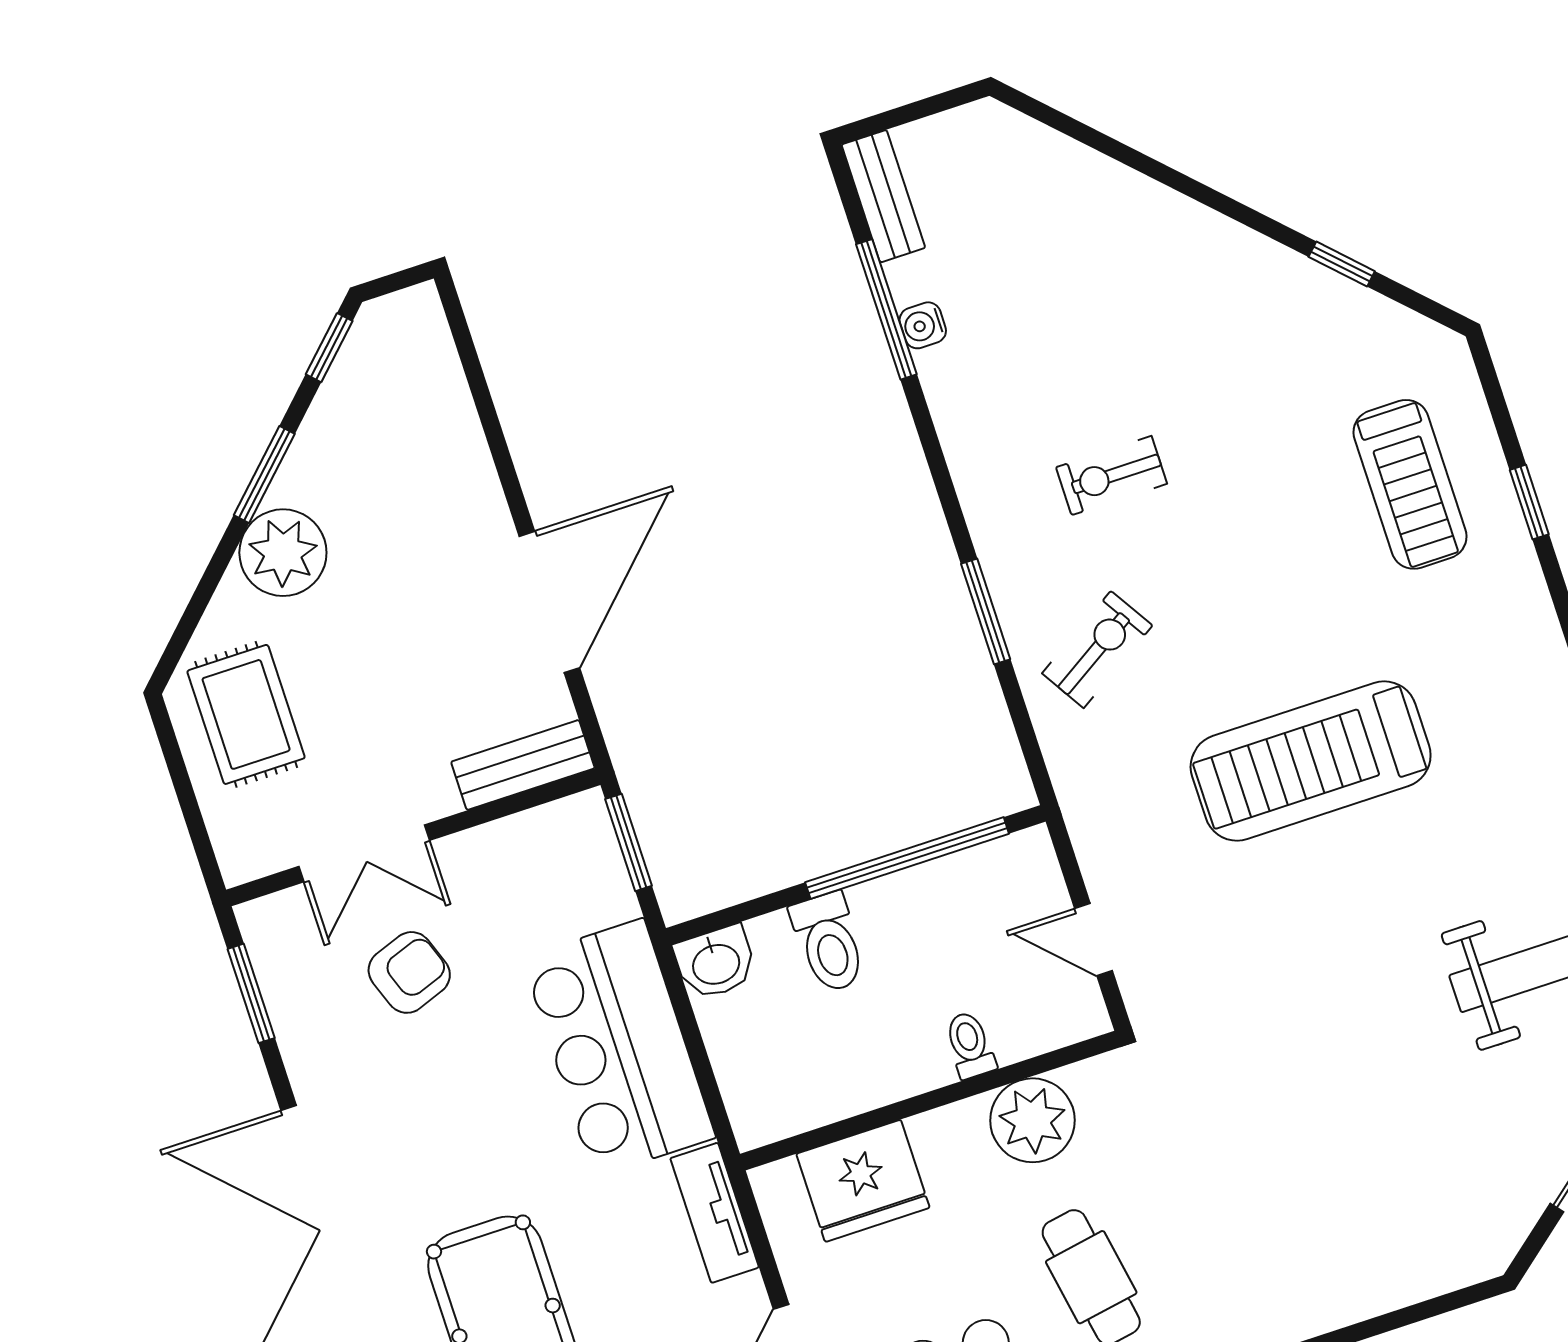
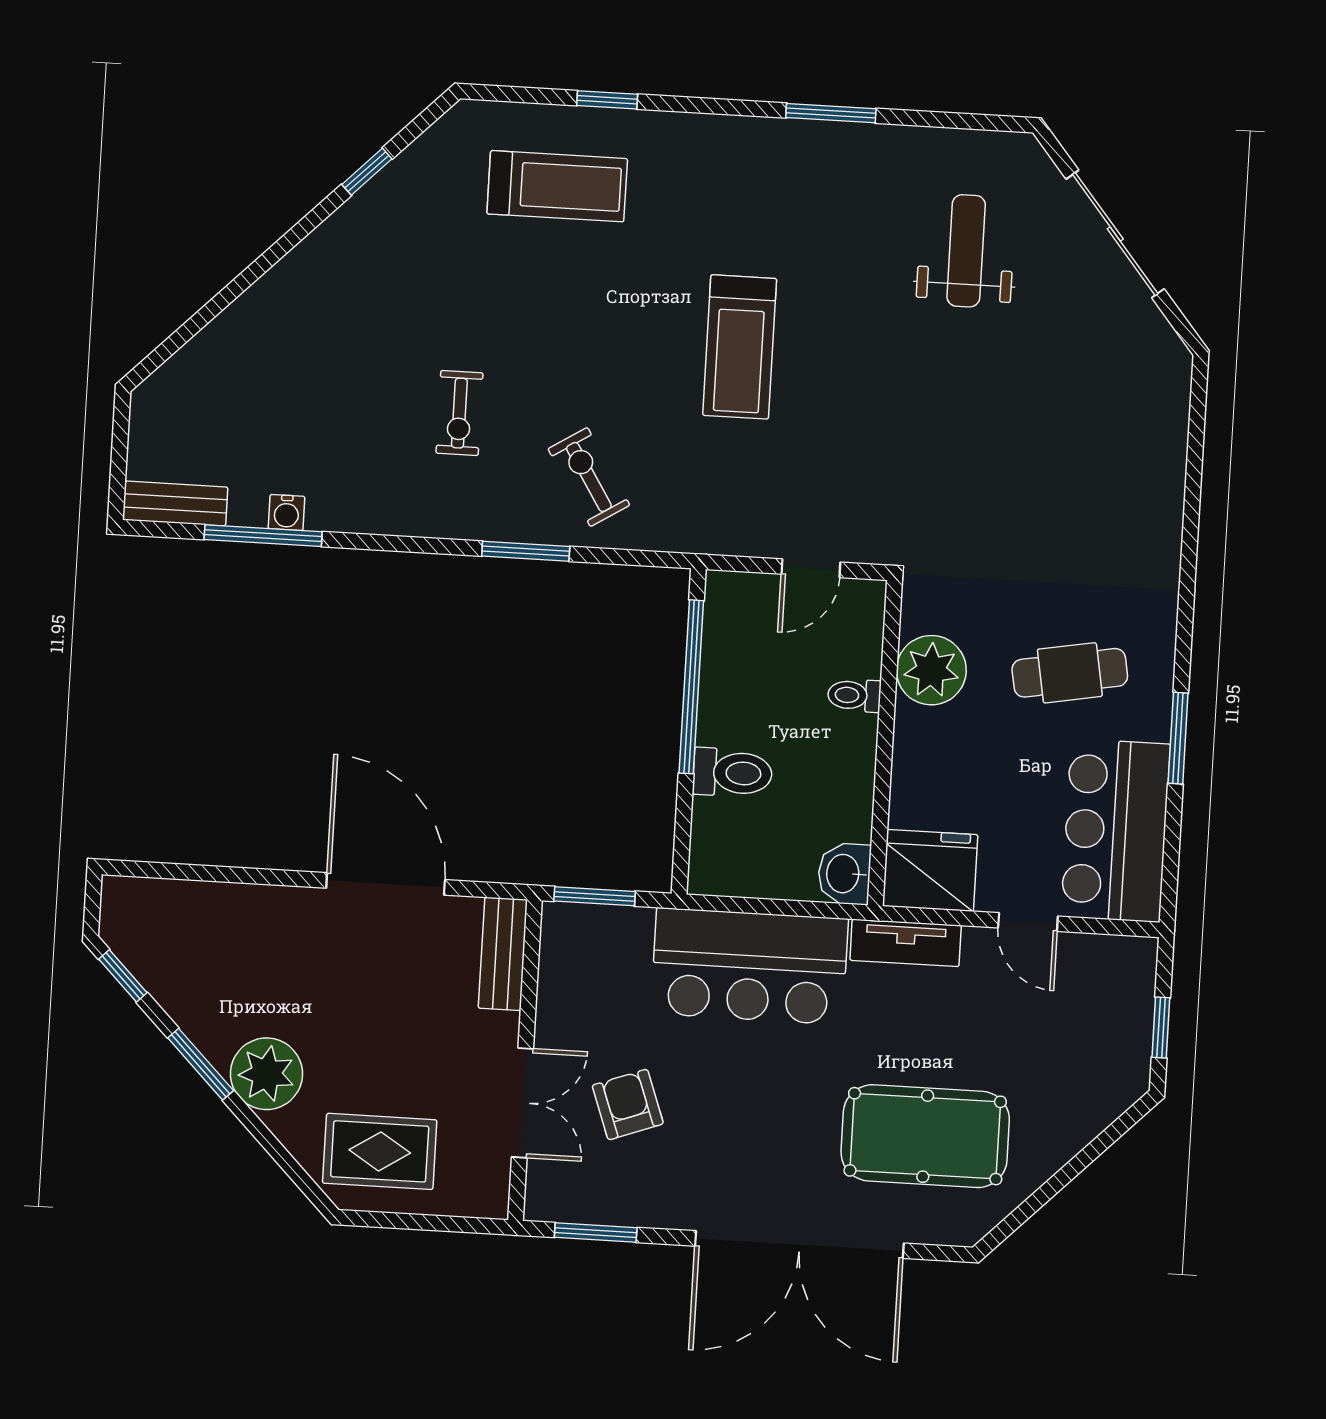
treadmill: (1311, 761) -> (740, 347), width x0.73, depth x0.73
washbasin: (716, 963) -> (844, 874), moved, turned 180
fridge: (863, 1181) -> (930, 870), moved, turned -90

